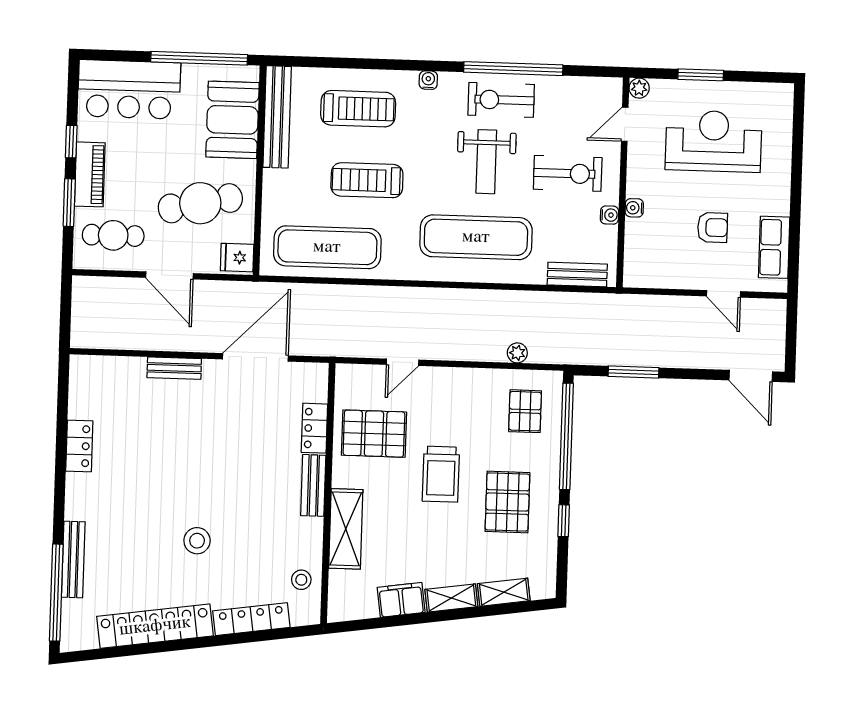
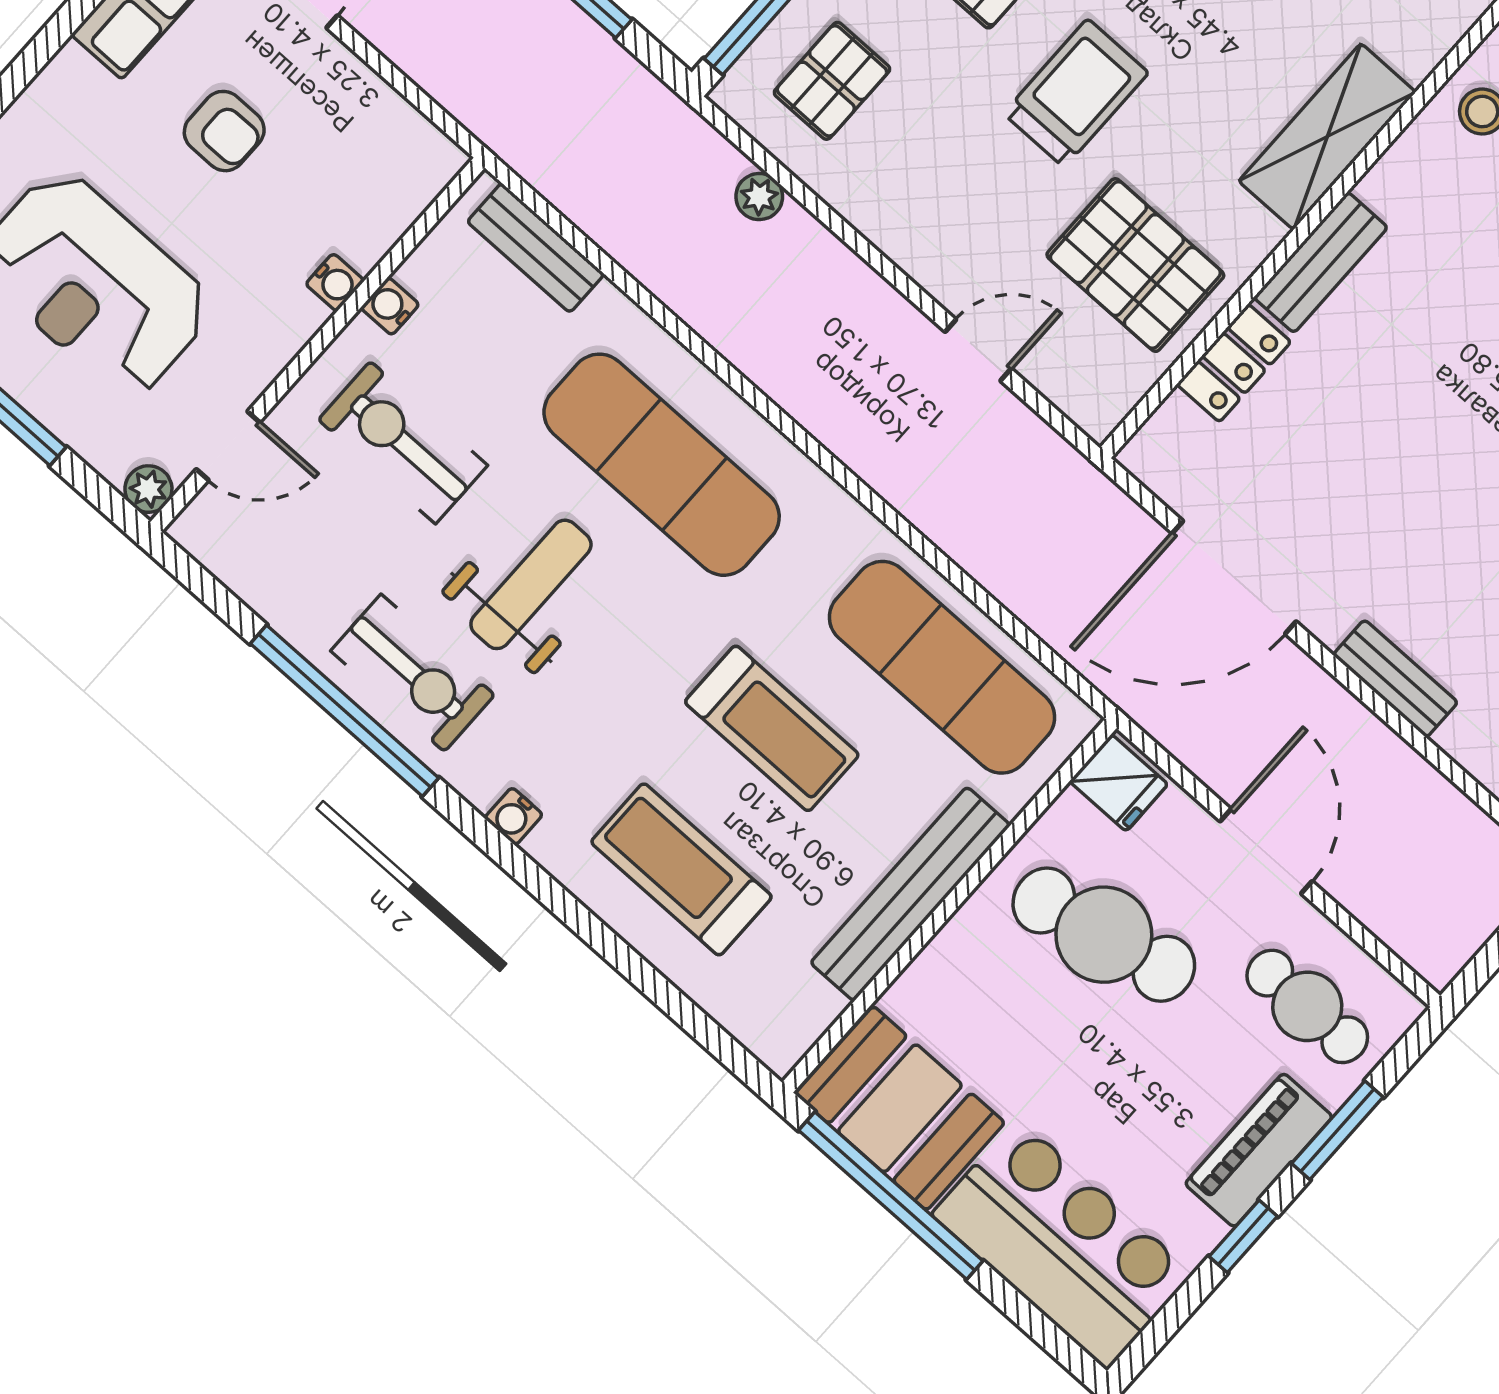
bench: (277, 117) -> (910, 894), moved
booth: (233, 120) -> (900, 1108), moved, turned 90
armchair: (713, 227) -> (224, 131), turned 180

